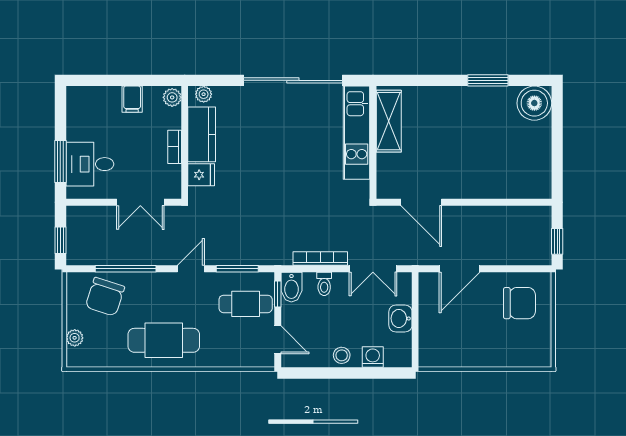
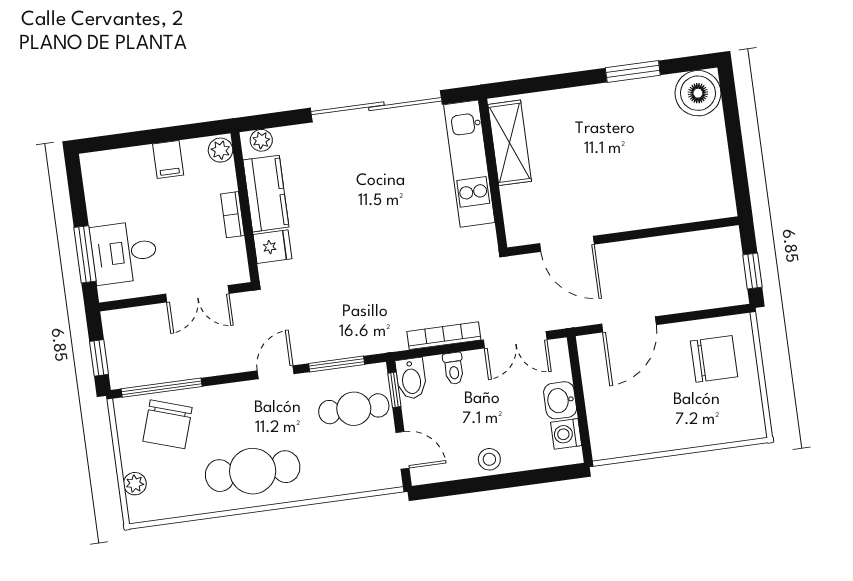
window: (126, 269) -> (162, 388), moved
washing machine: (373, 357) -> (566, 434), moved, turned -90

